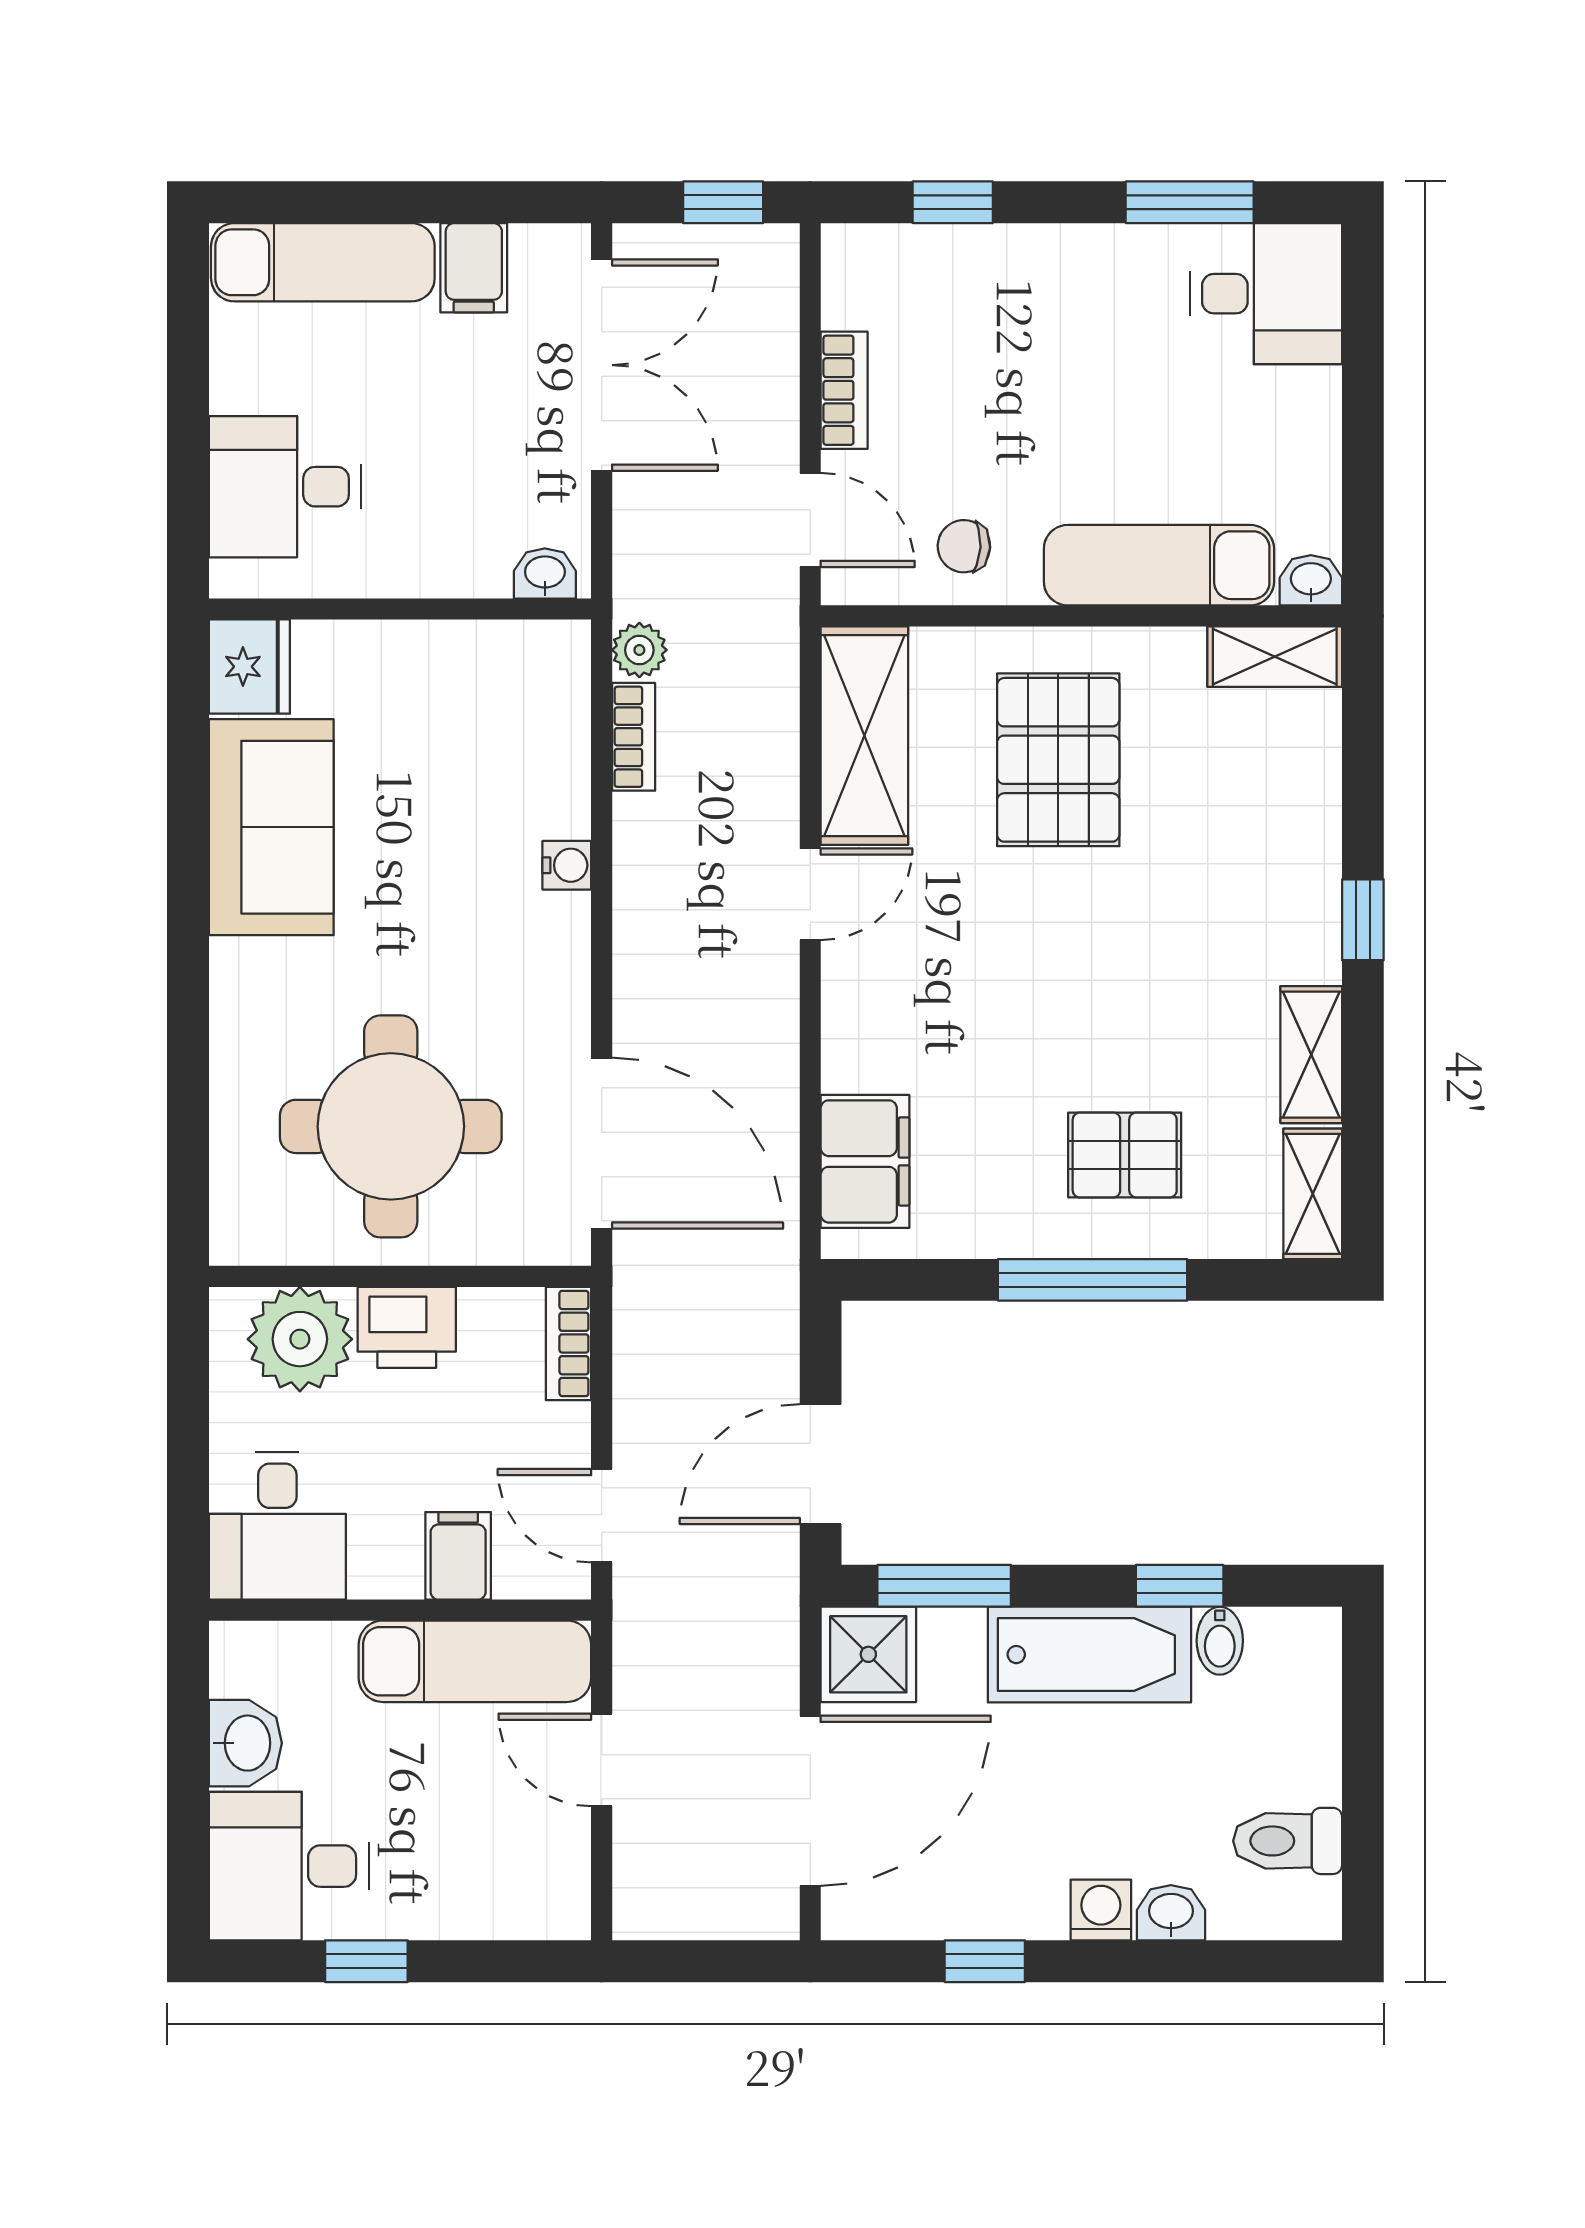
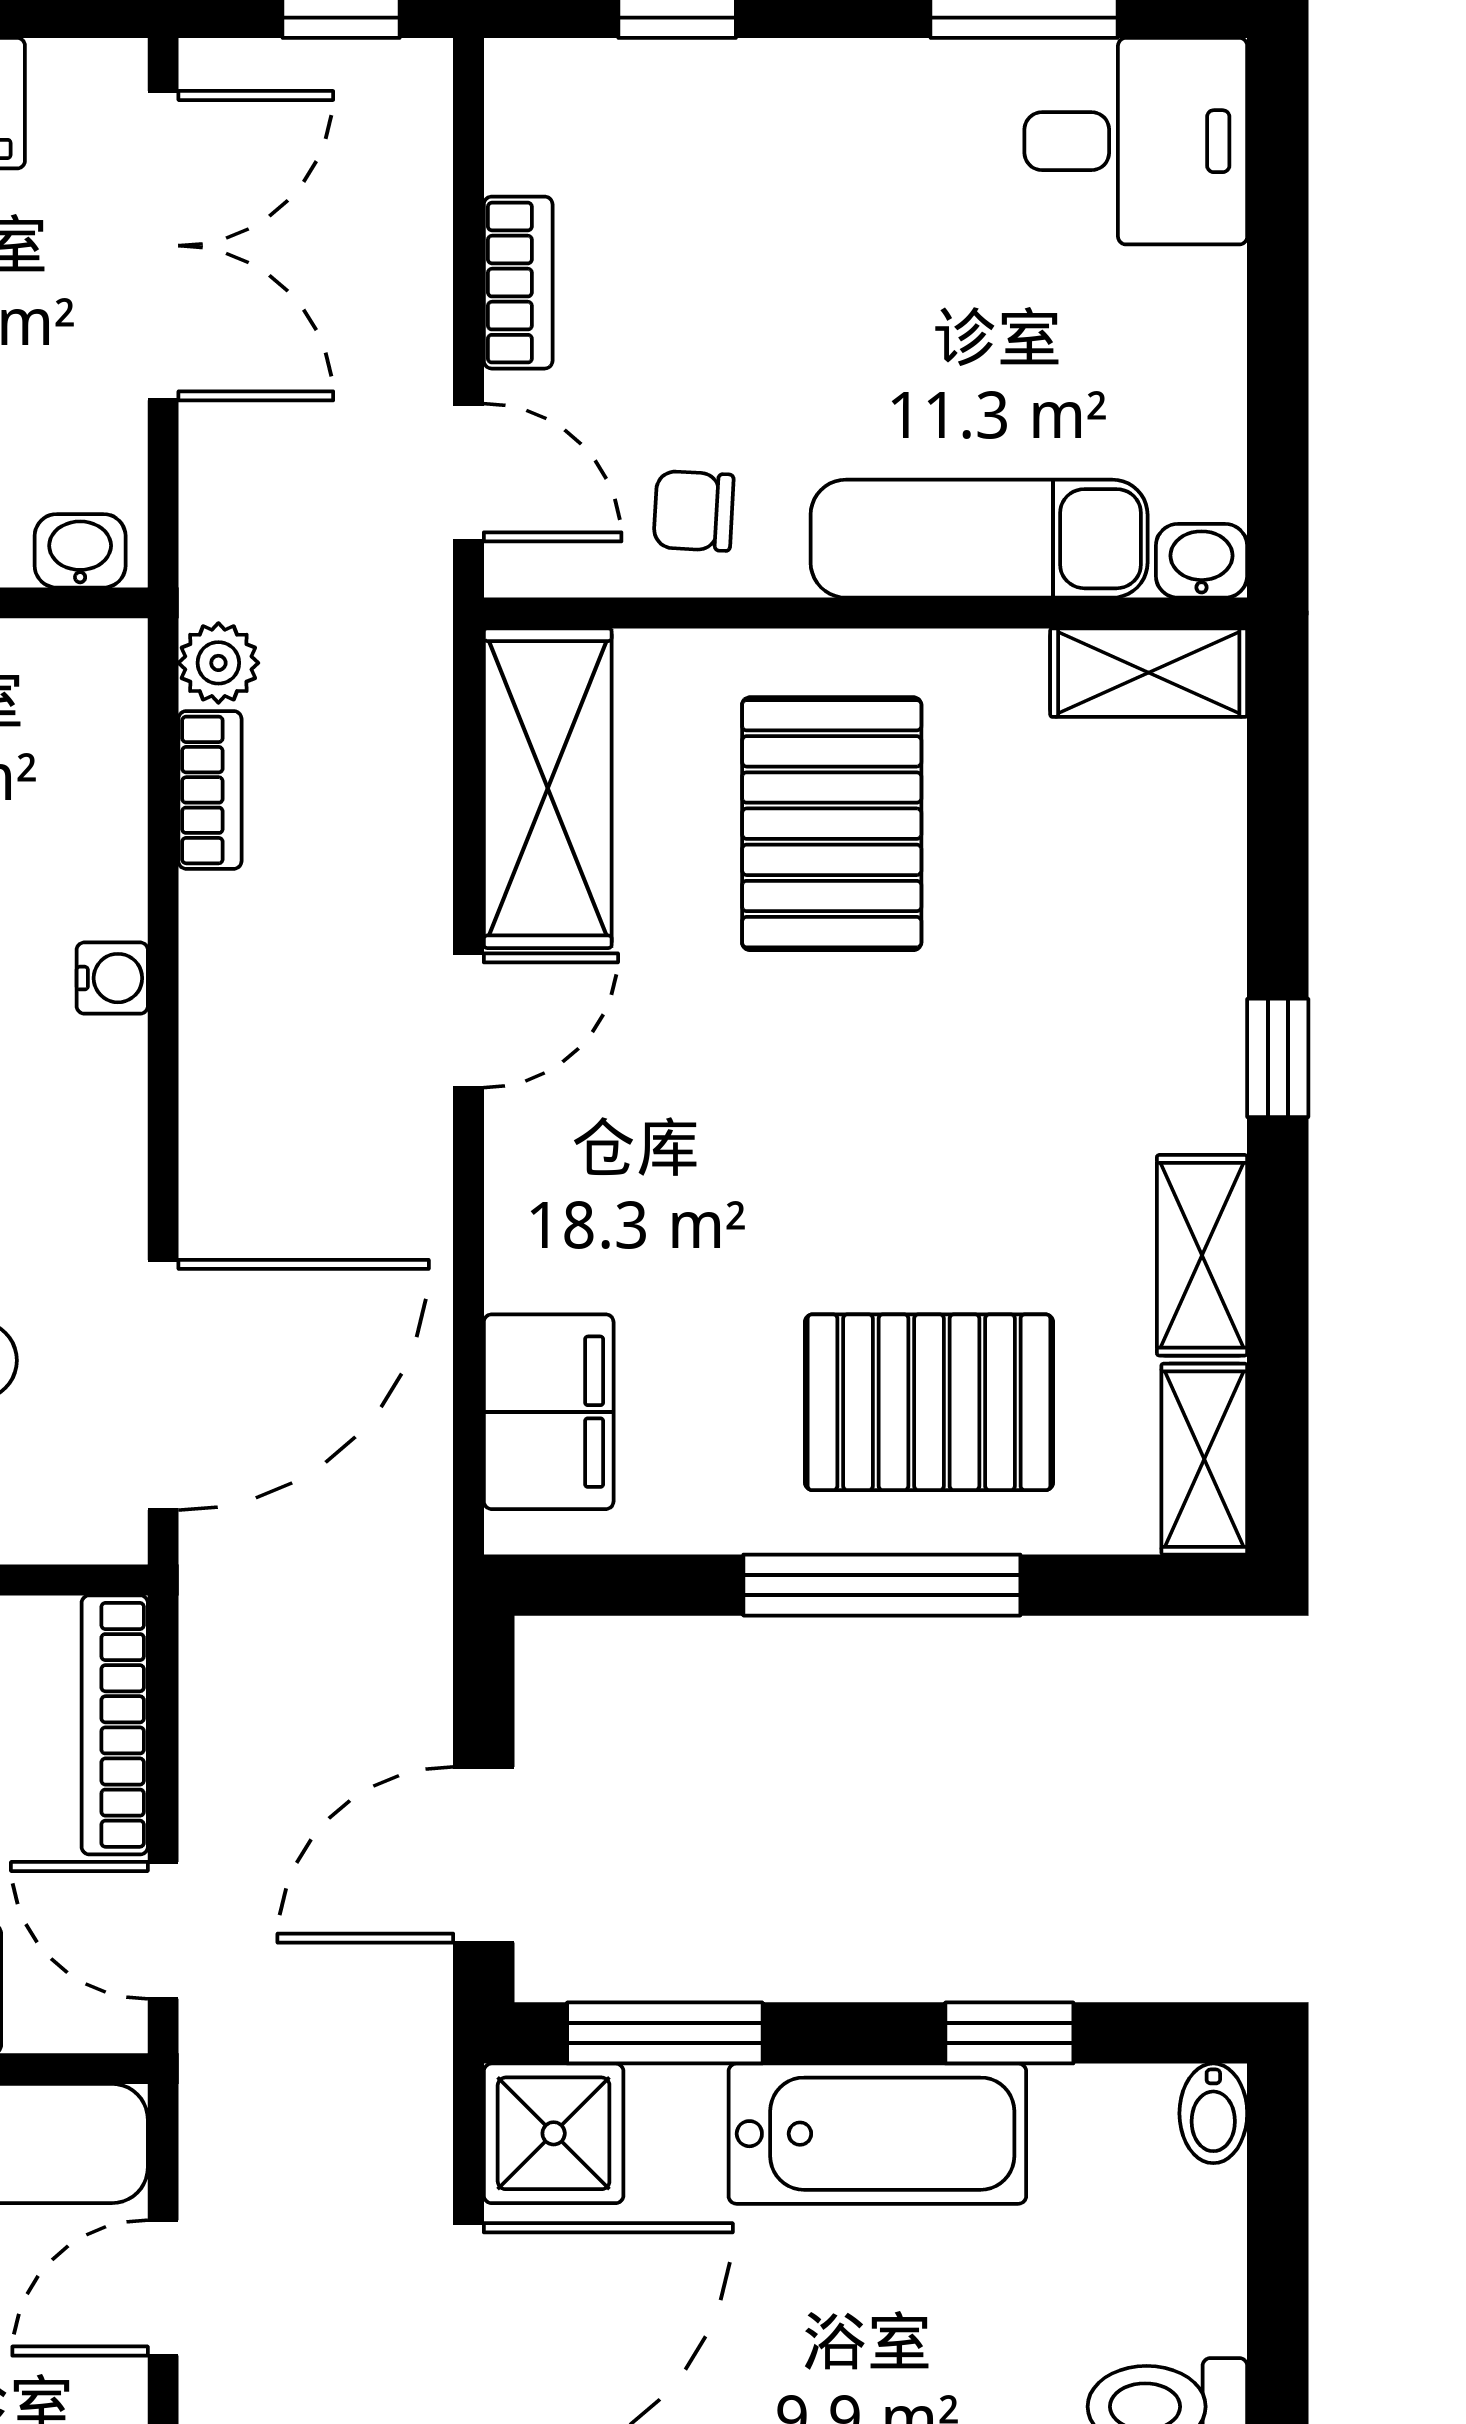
door: (602, 1143) -> (163, 1385), hinge flipped
pallet: (1125, 1155) -> (929, 1402), width x1.50, depth x1.42
bookcase: (569, 1343) -> (115, 1725), width x1.56
bidet: (1220, 1641) -> (1213, 2113), moved
door: (602, 1760) -> (163, 2288), hinge flipped

